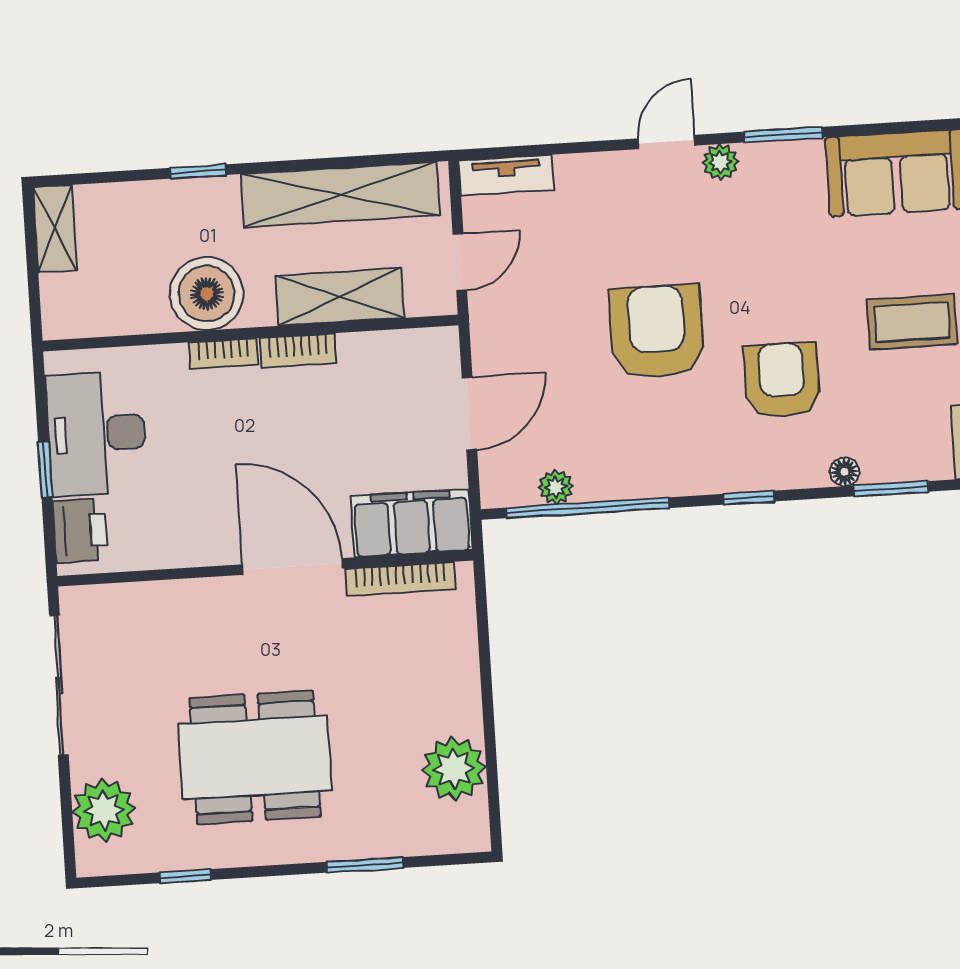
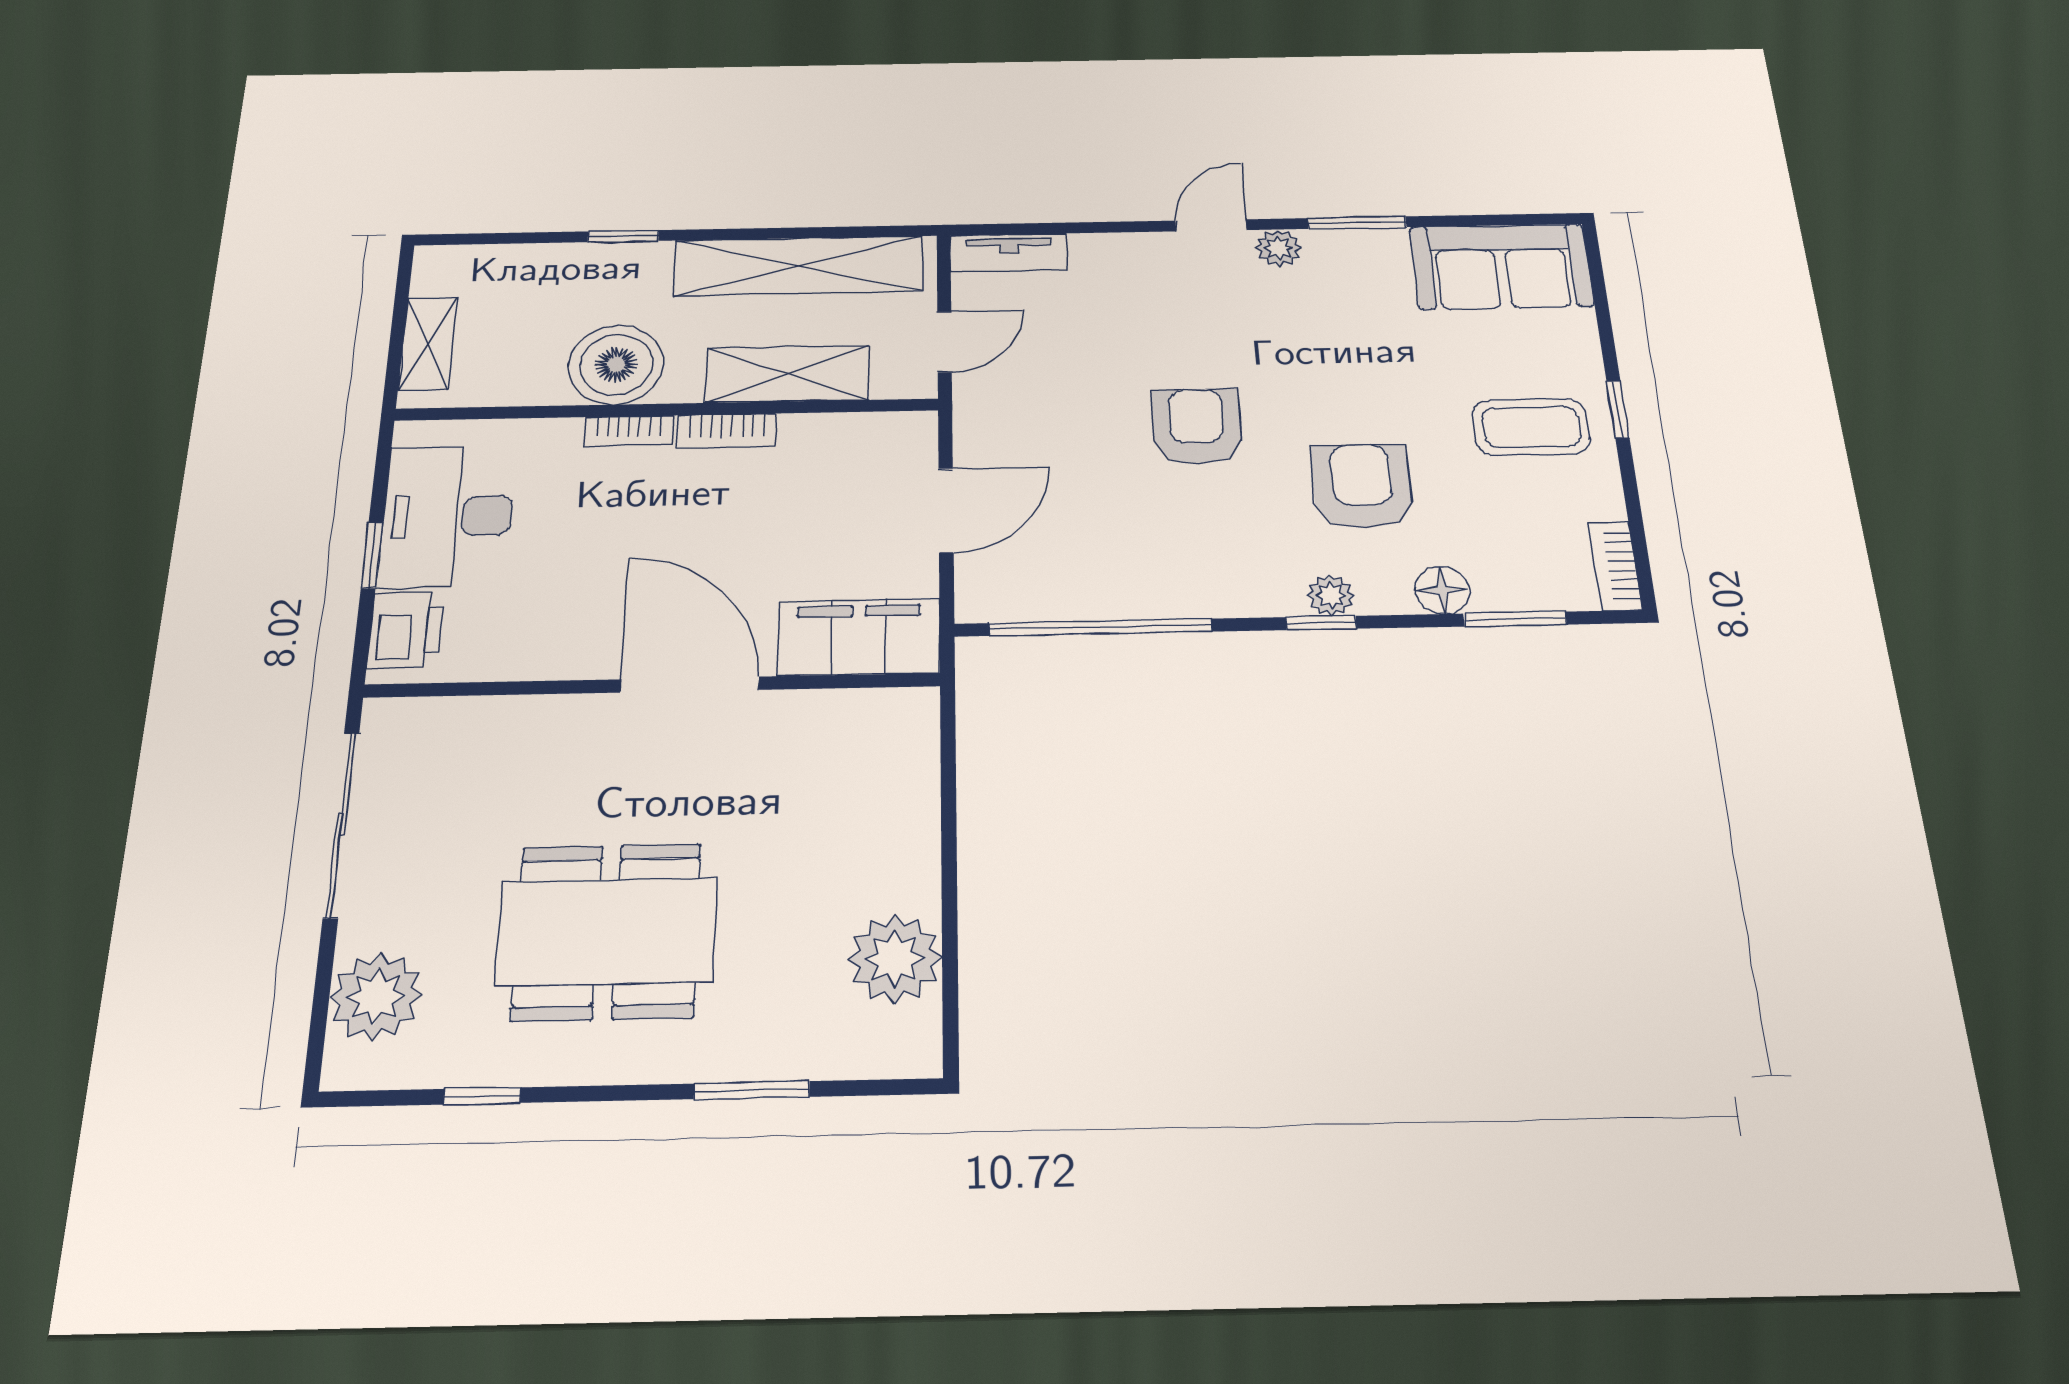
shelving: (55, 229) -> (428, 344), moved
armchair: (657, 332) -> (1197, 426), width x0.73, depth x0.73
floor lamp: (844, 472) -> (1442, 590), width x1.37, depth x1.37
plant: (556, 487) -> (1331, 595), moved
bookcase: (400, 579) -> (838, 706), removed

